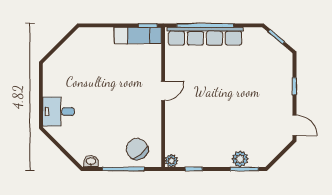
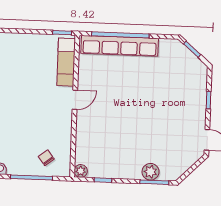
exam couch: (138, 35) -> (66, 62), moved, turned 90
chair: (137, 149) -> (46, 158), width x0.54, depth x0.54

